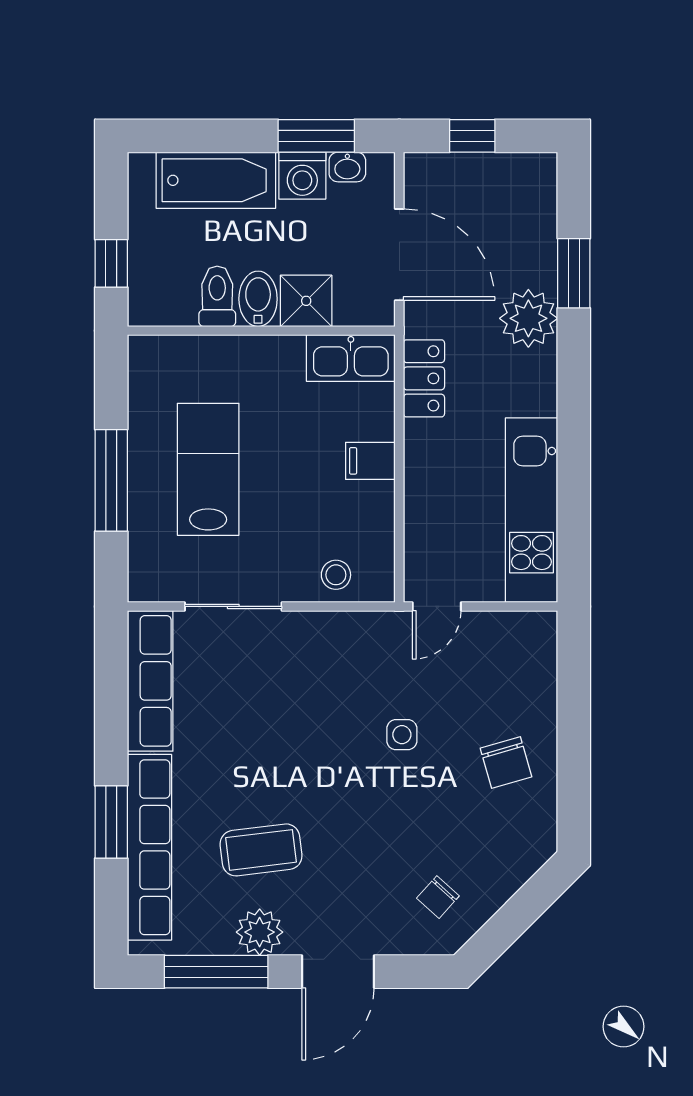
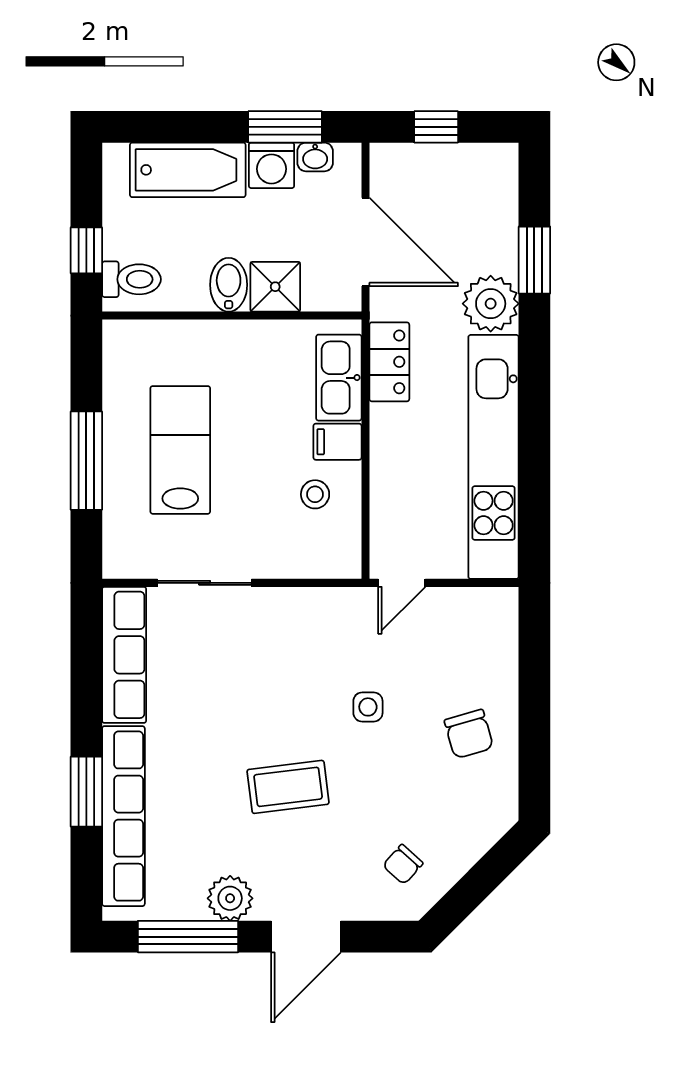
toilet: (217, 296) -> (131, 279), moved, turned 90
kitchen sink: (351, 358) -> (339, 378), moved, turned 90
kitchen unit: (531, 510) -> (494, 457), width x1.36
stool: (336, 575) -> (315, 494), moved
coffee table: (261, 850) -> (288, 787), moved

